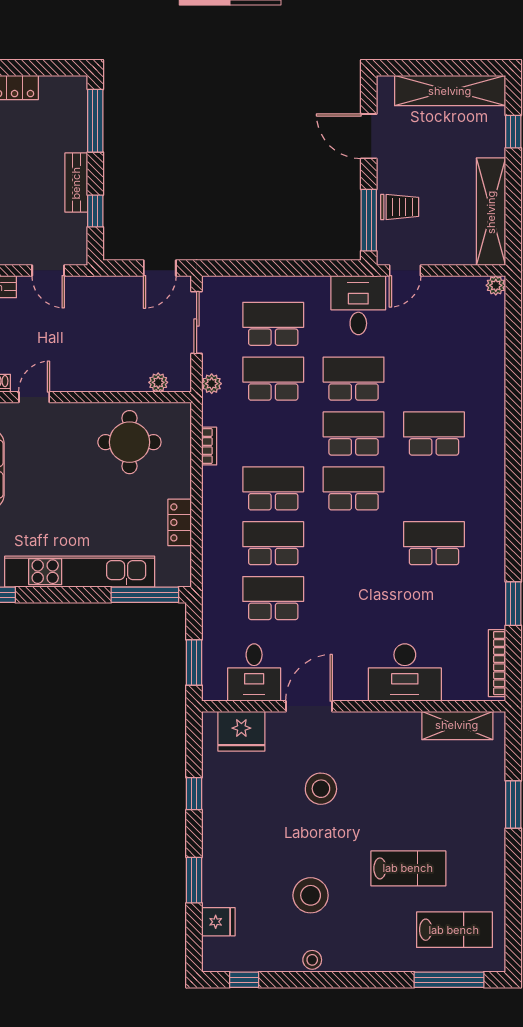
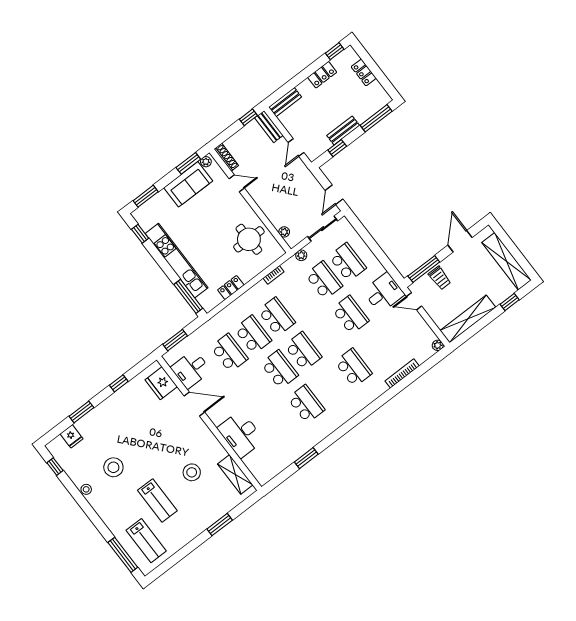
door: (160, 268) -> (334, 195), hinge flipped
school desk: (354, 434) -> (279, 369), moved
bookcase: (497, 663) -> (402, 373), moved
stool: (321, 789) -> (192, 472), moved

